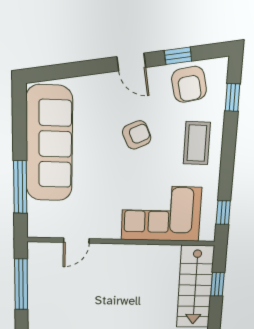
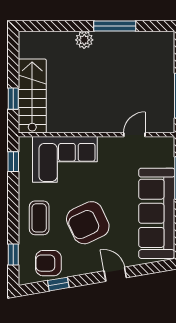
door: (131, 62) -> (115, 274), moved
armchair: (189, 84) -> (48, 263), turned -77
armchair: (137, 135) -> (88, 223), width x1.88, depth x1.88

